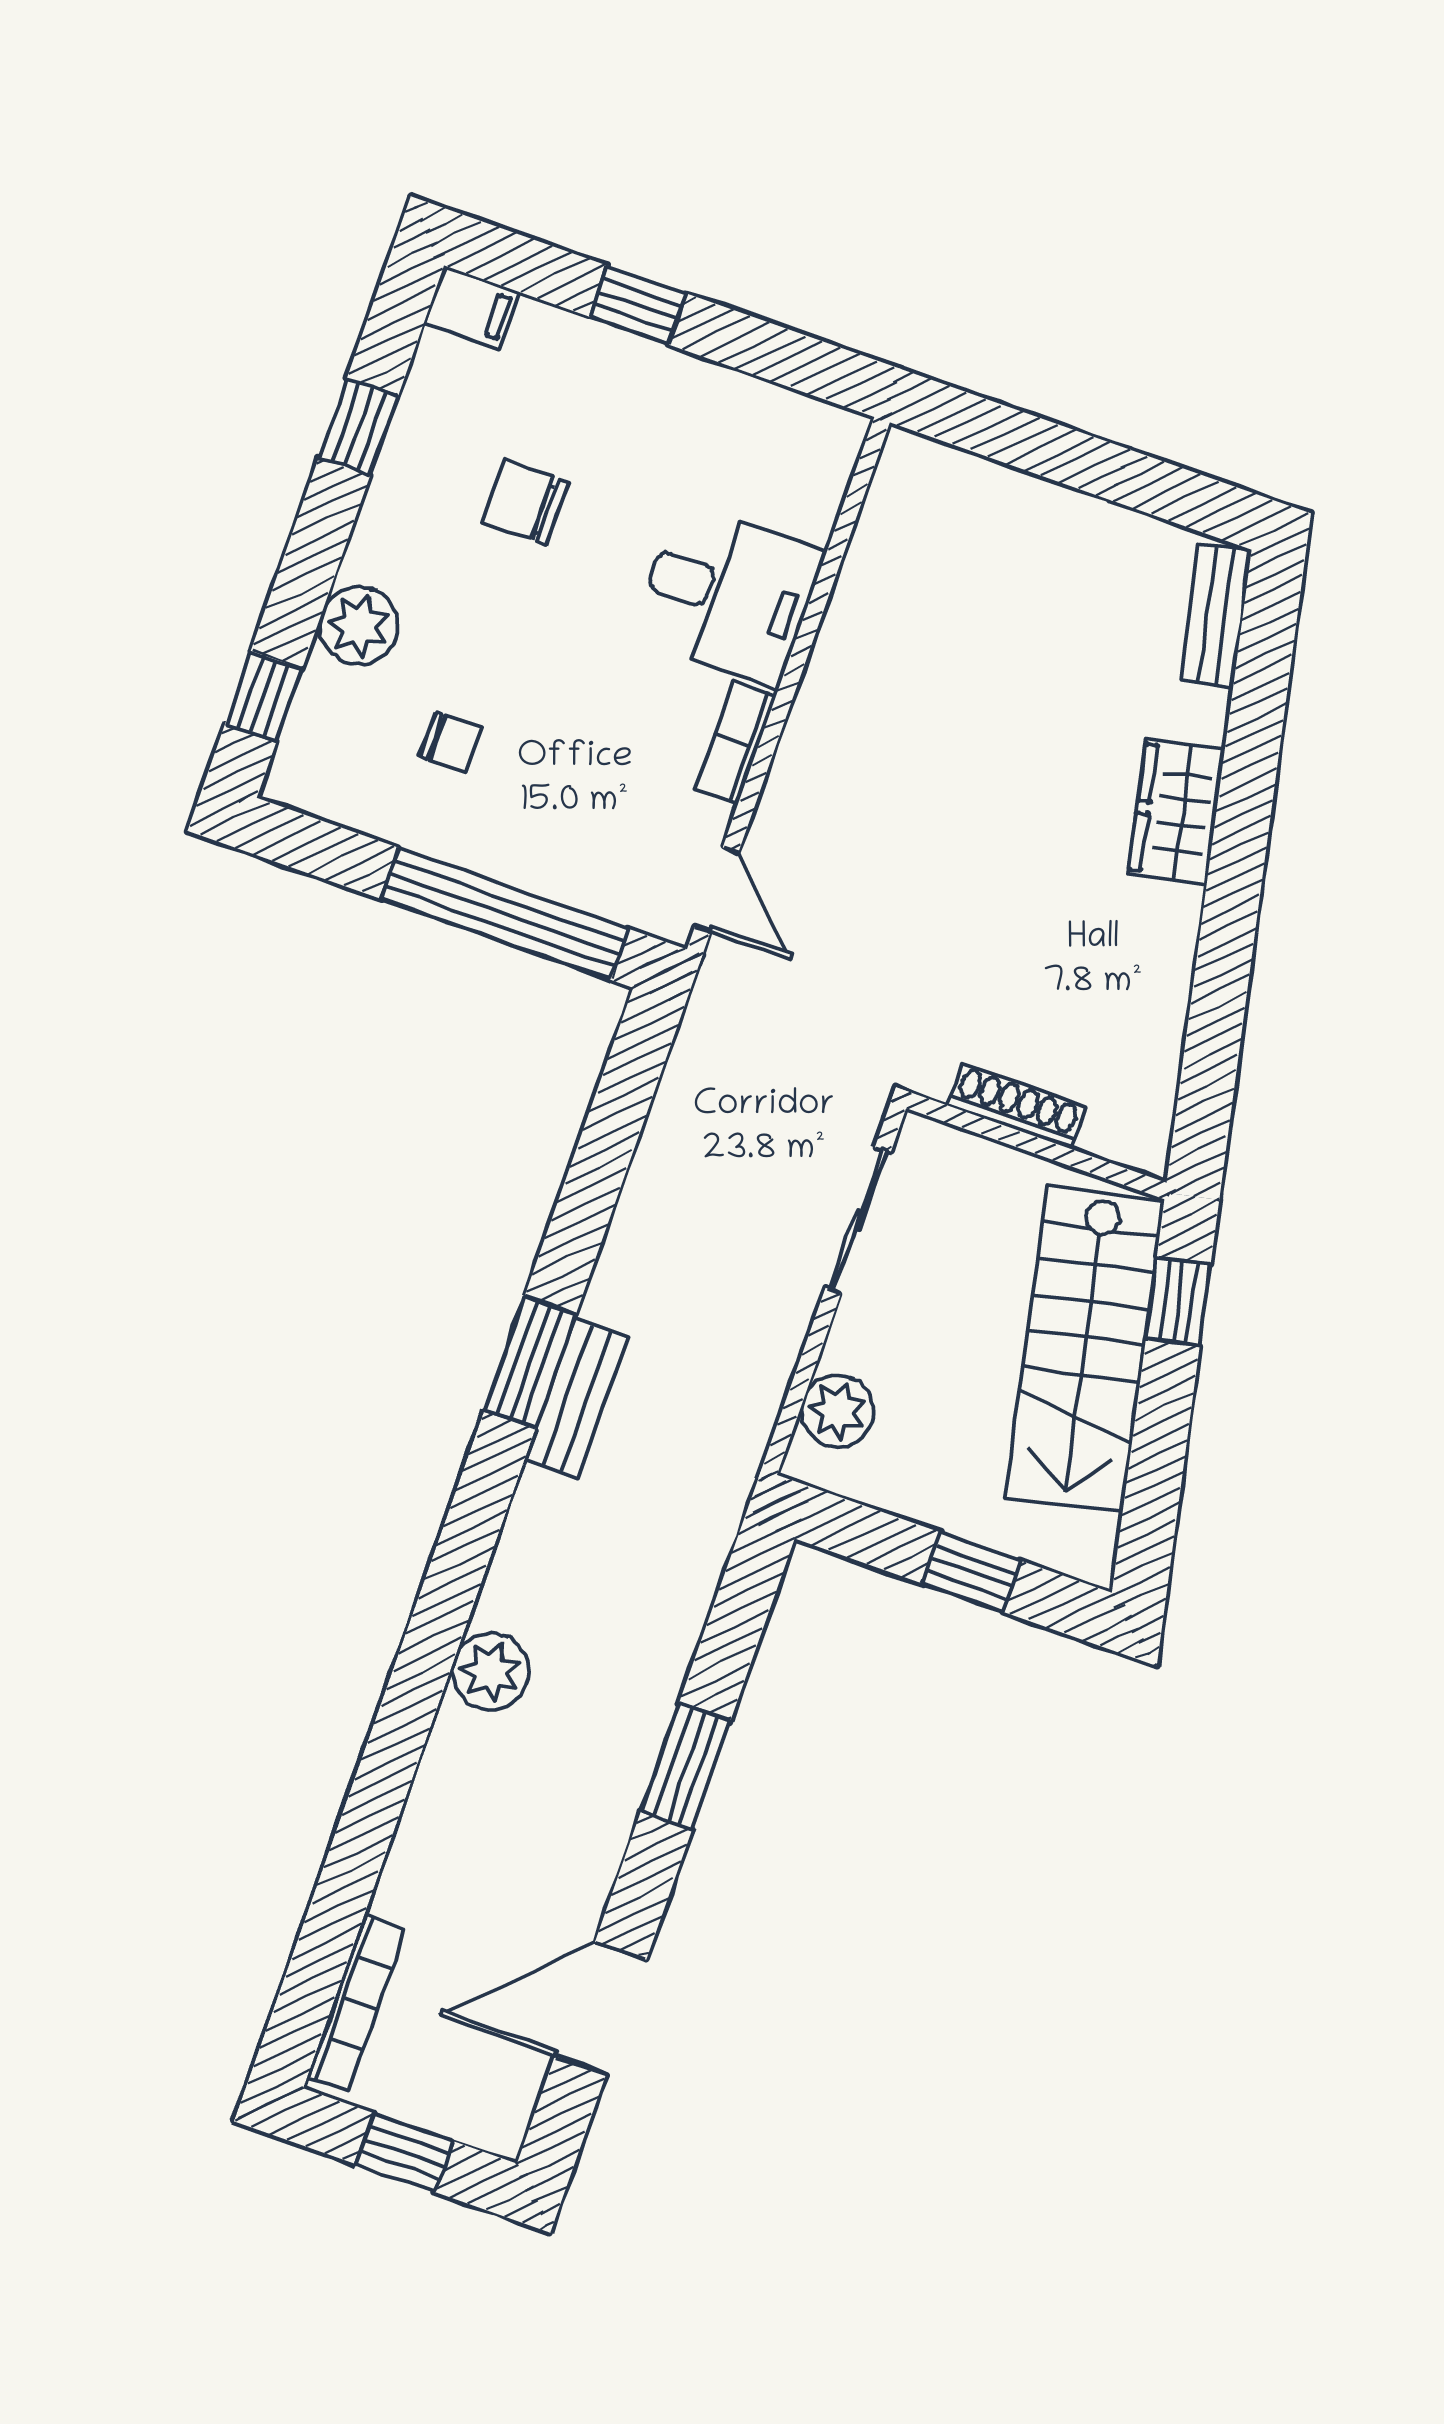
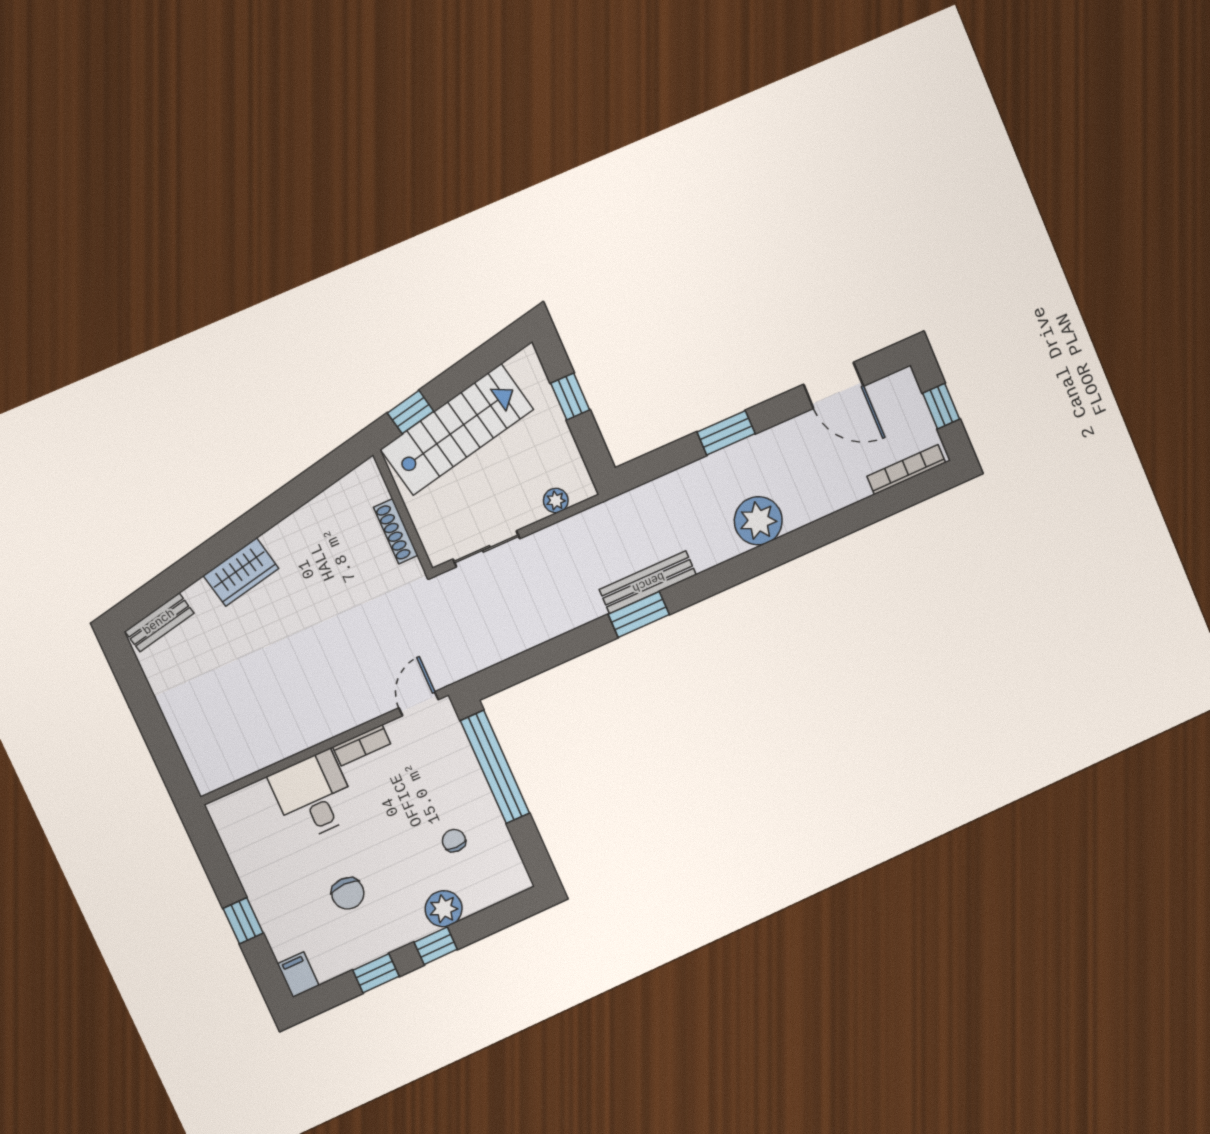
window: (264, 696) -> (436, 946), moved
bench: (577, 1398) -> (648, 582), width x1.36
plant: (837, 1411) -> (556, 500), width x0.73, depth x0.73
plant: (490, 1671) -> (758, 521), width x1.36, depth x1.36

